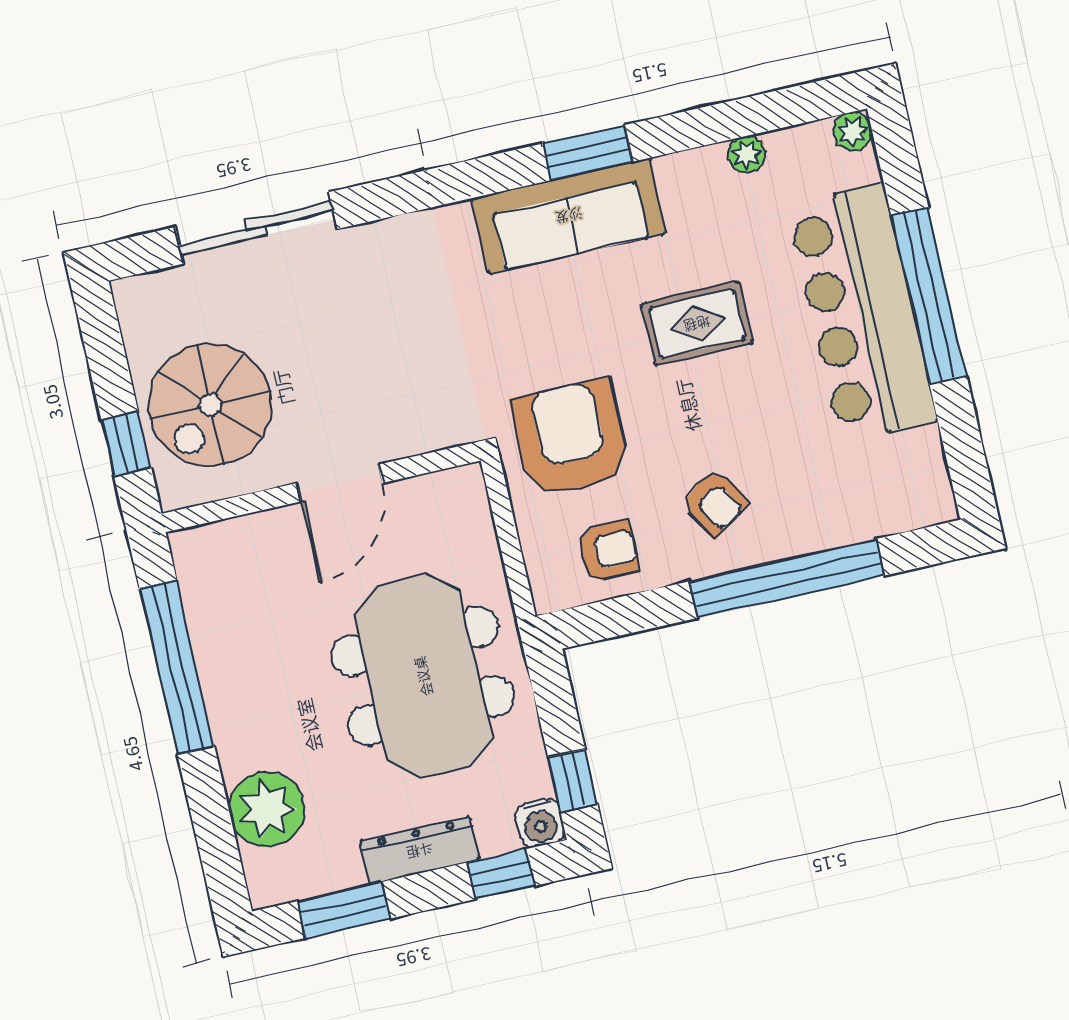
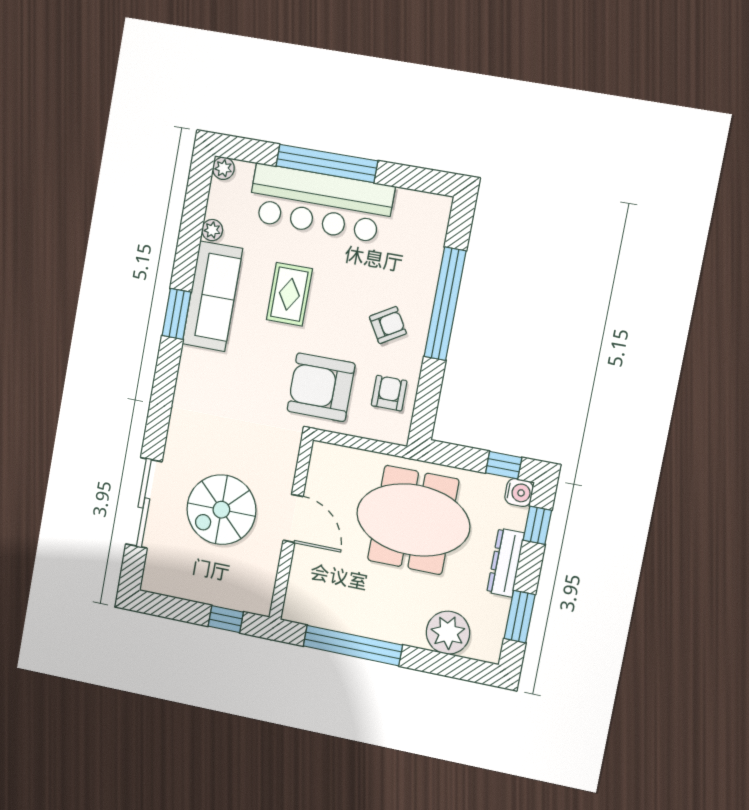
sofa: (569, 216) -> (212, 296), moved
spiral stairs: (210, 405) -> (221, 510), moved, turned 90

